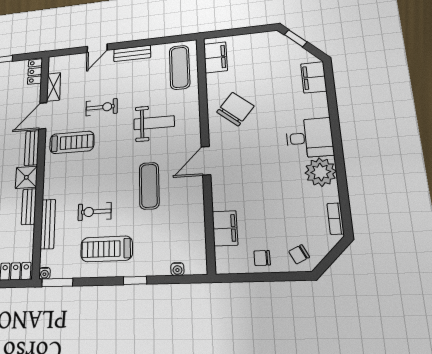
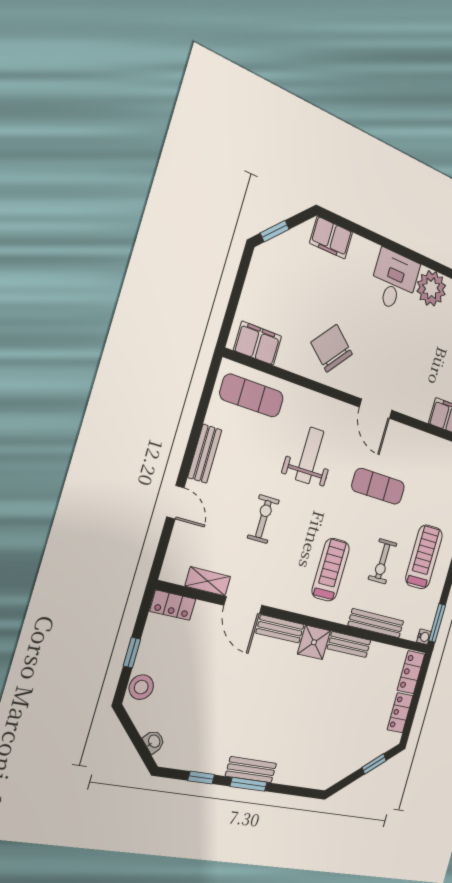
treadmill: (72, 142) -> (331, 570), moved
treadmill: (107, 249) -> (424, 557), turned 180

